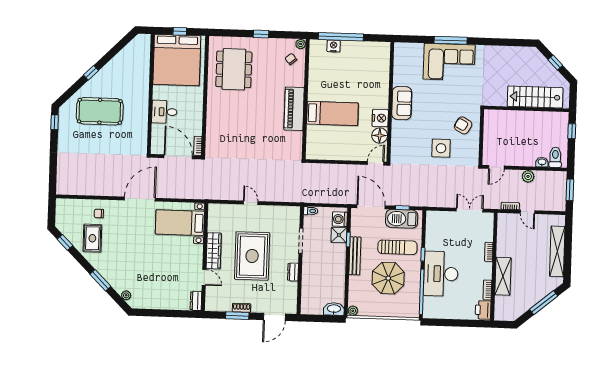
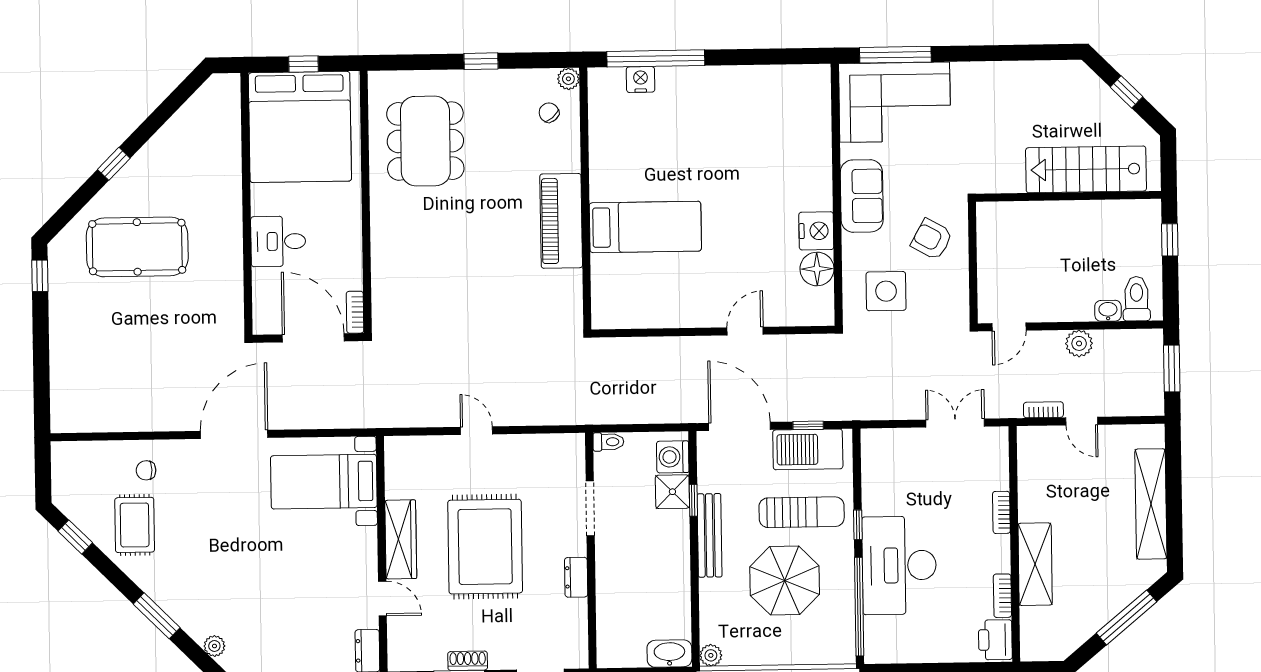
wall: (390, 102) -> (837, 195), moved
sofa: (402, 103) -> (862, 196), moved
nightstand: (380, 118) -> (816, 231), moved
floor lamp: (380, 136) -> (817, 269), moved

